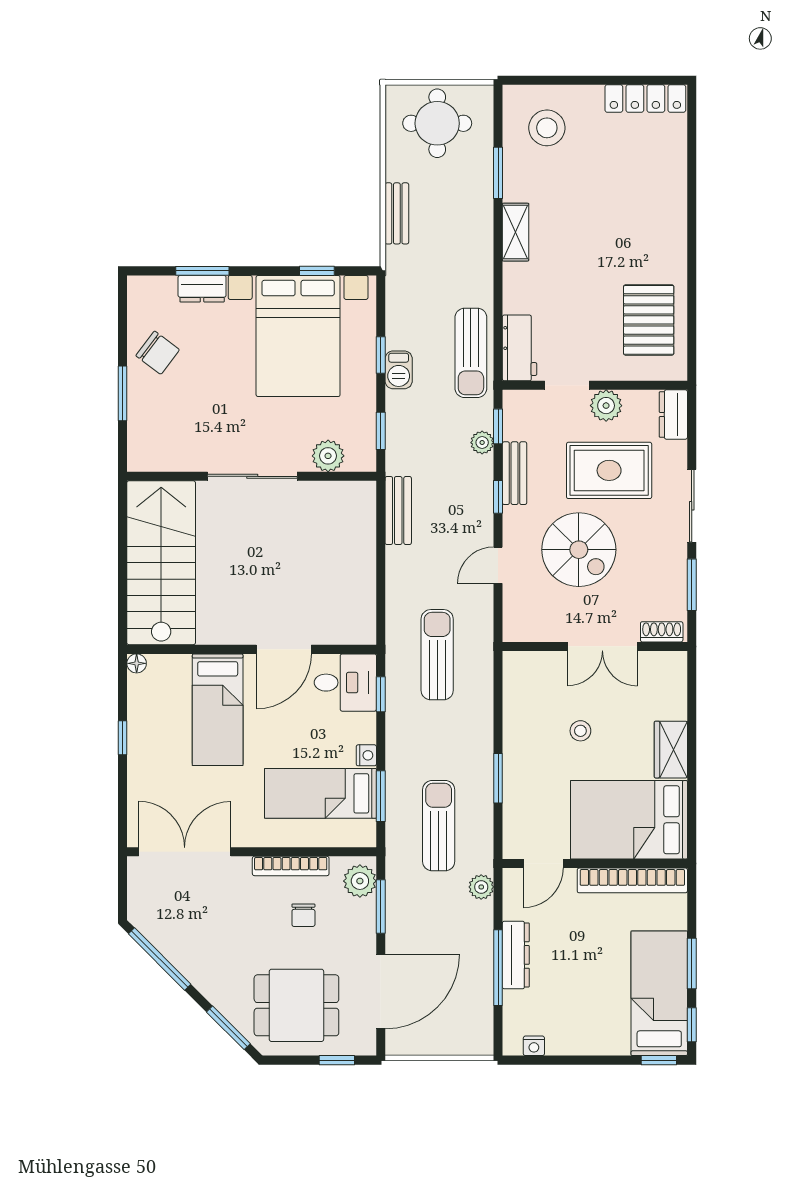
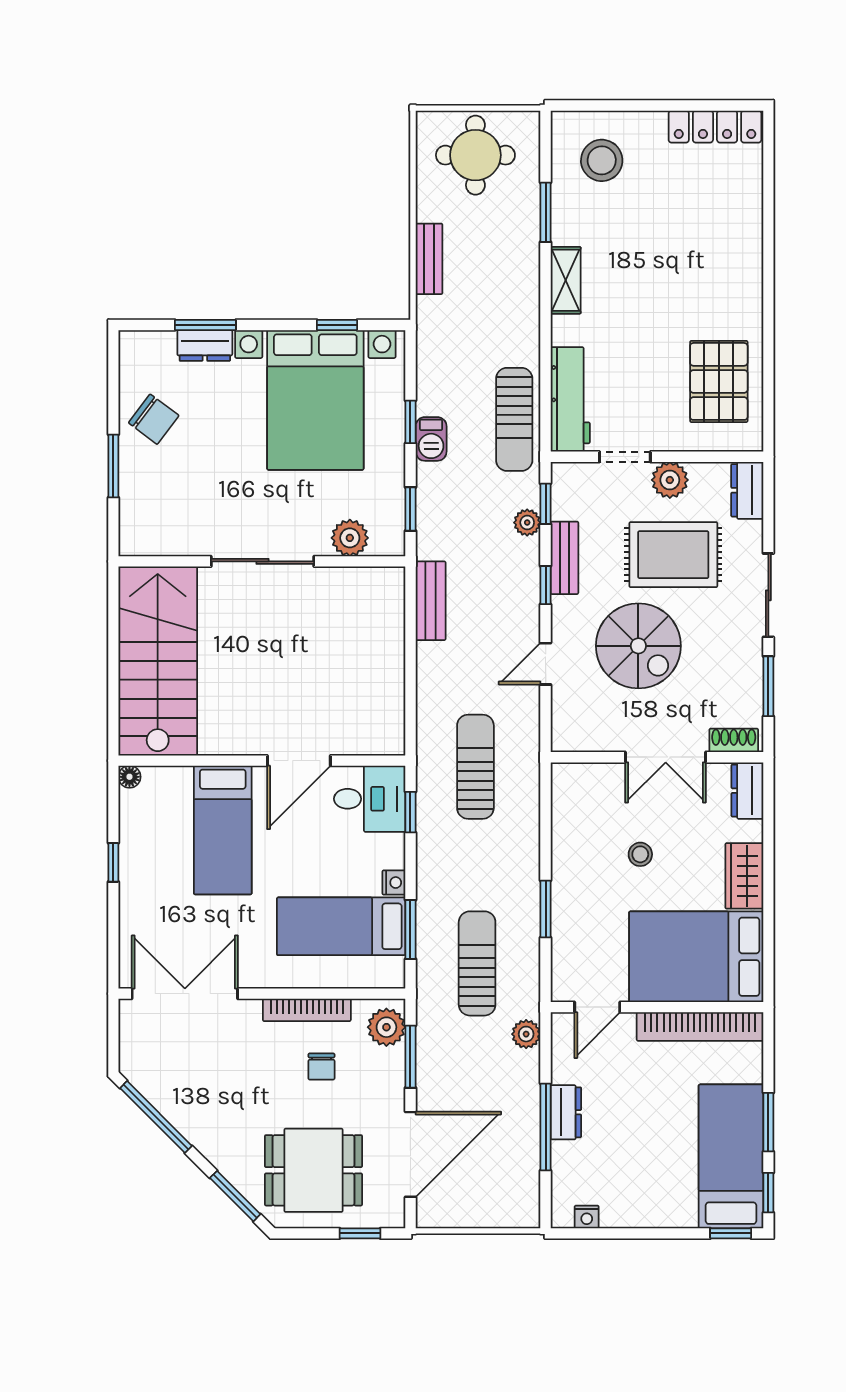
workbench: (520, 348) -> (570, 399), width x1.37
dresser: (674, 675) -> (747, 791), added
dresser: (516, 955) -> (566, 1112), width x0.70

